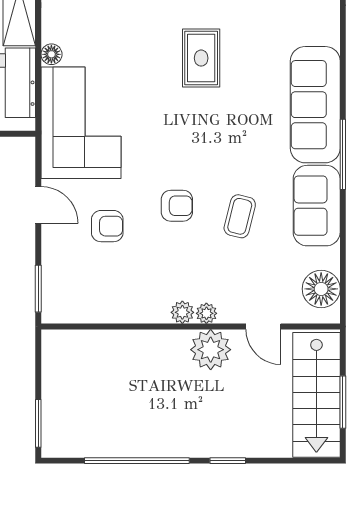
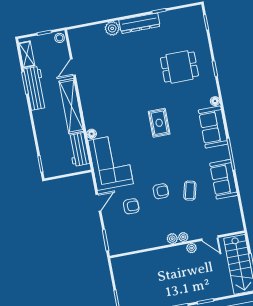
sofa: (315, 105) -> (213, 127), width x0.73
door: (38, 205) -> (98, 203), hinge flipped
floor lamp: (321, 289) -> (215, 101), moved, width x0.53, depth x0.53
plant: (211, 350) -> (192, 248), width x0.53, depth x0.53

